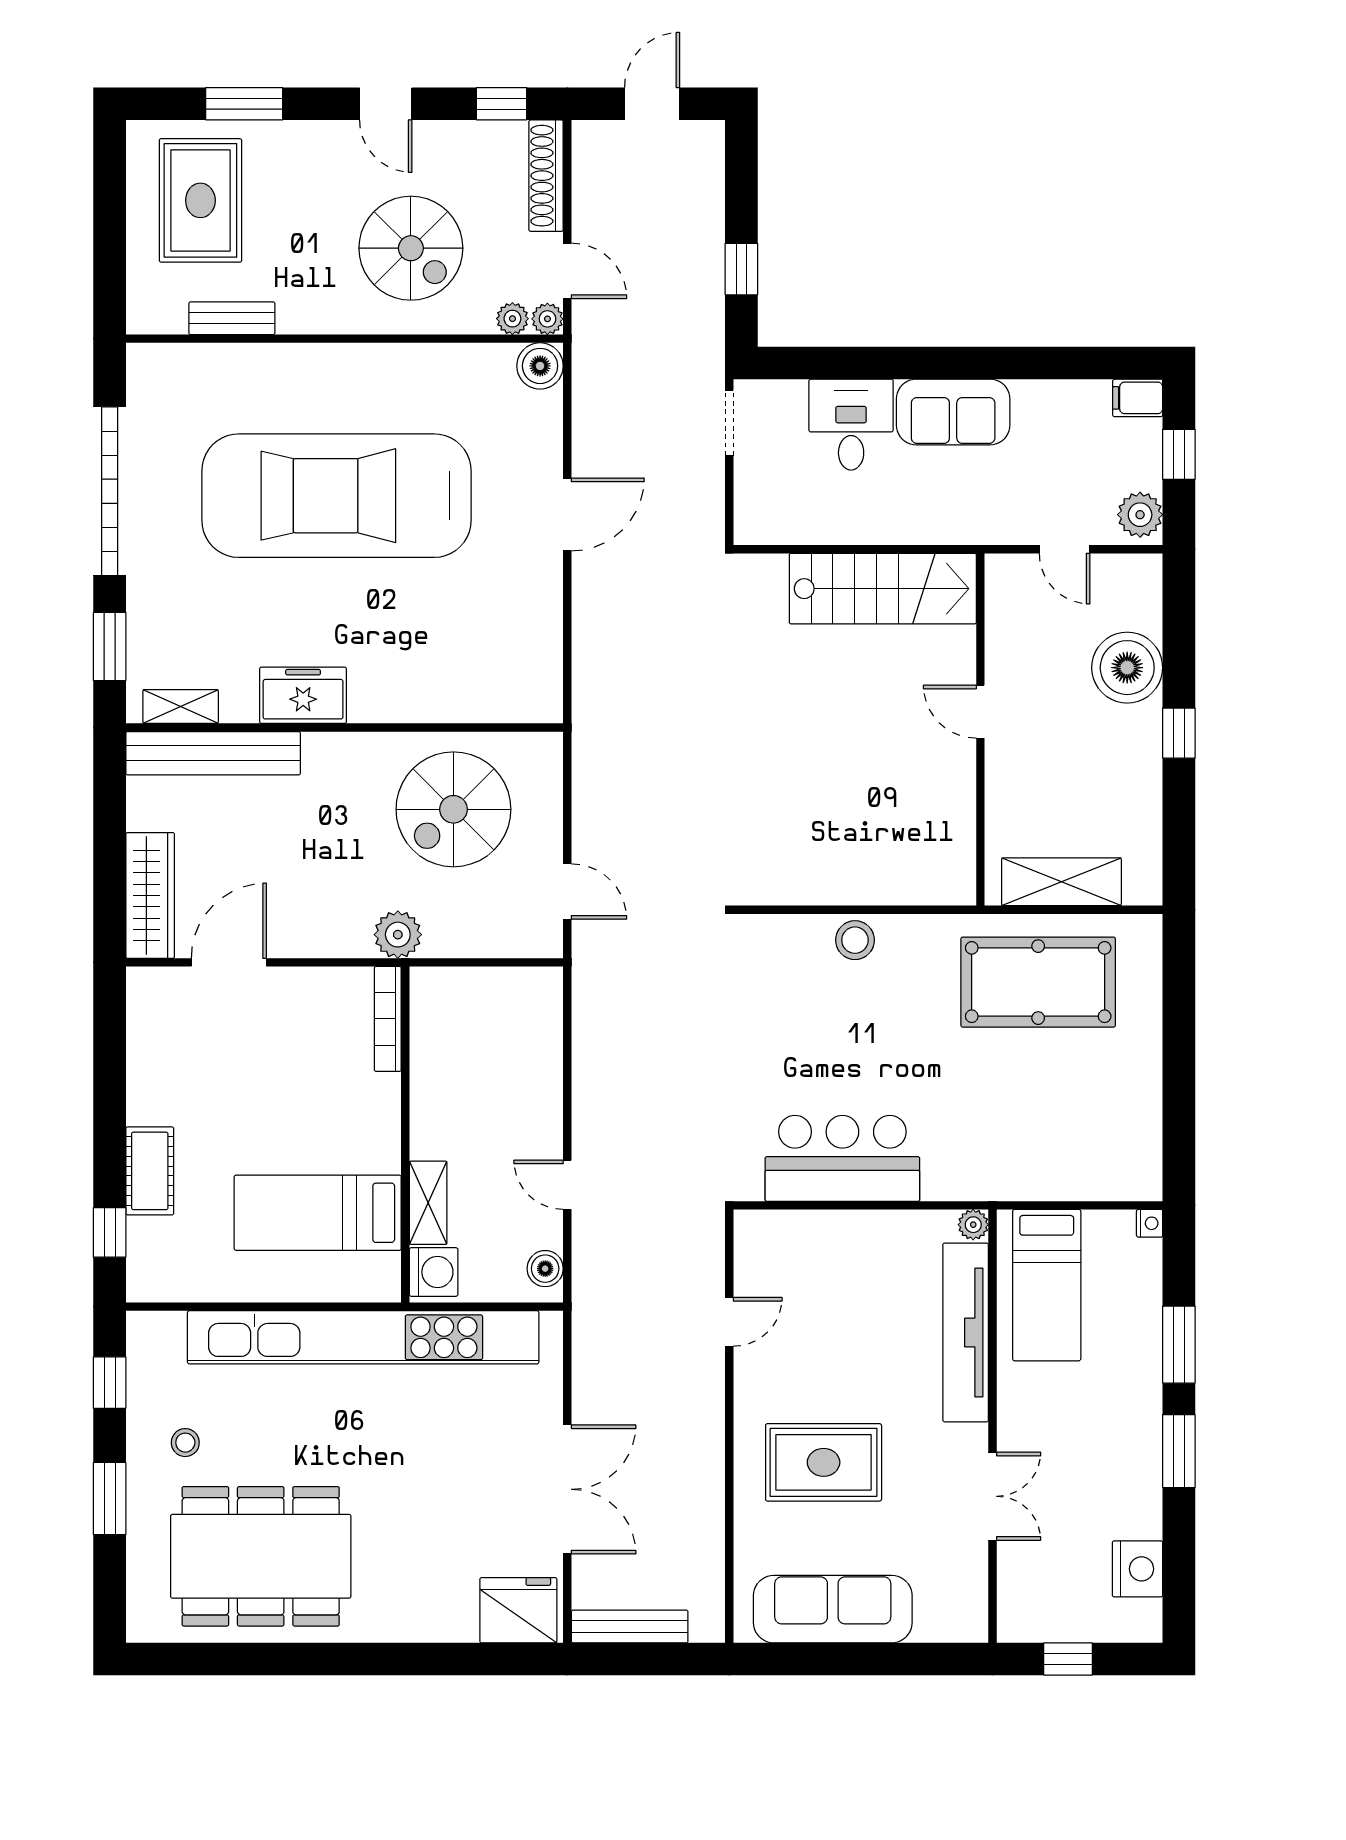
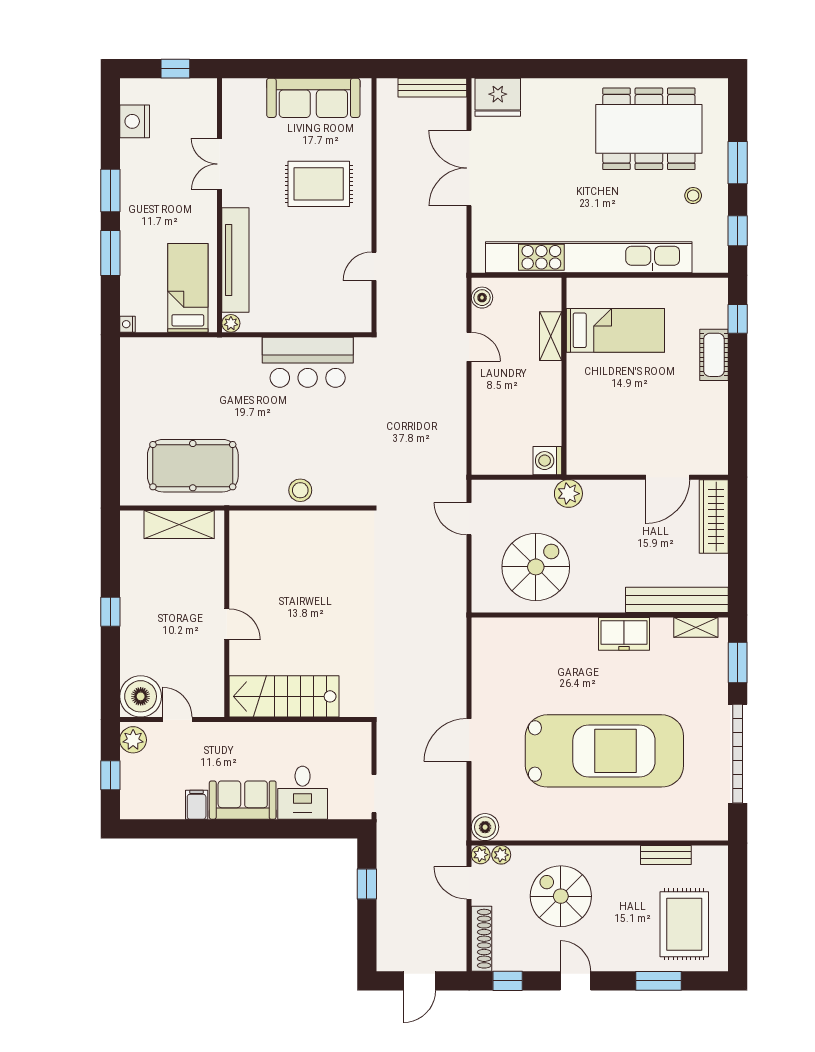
filing cabinet: (1138, 398) -> (197, 805), moved, turned -90
boiler: (1127, 668) -> (141, 696), moved
bookcase: (388, 1019) -> (574, 444), removed
washing machine: (434, 1272) -> (547, 461), moved

